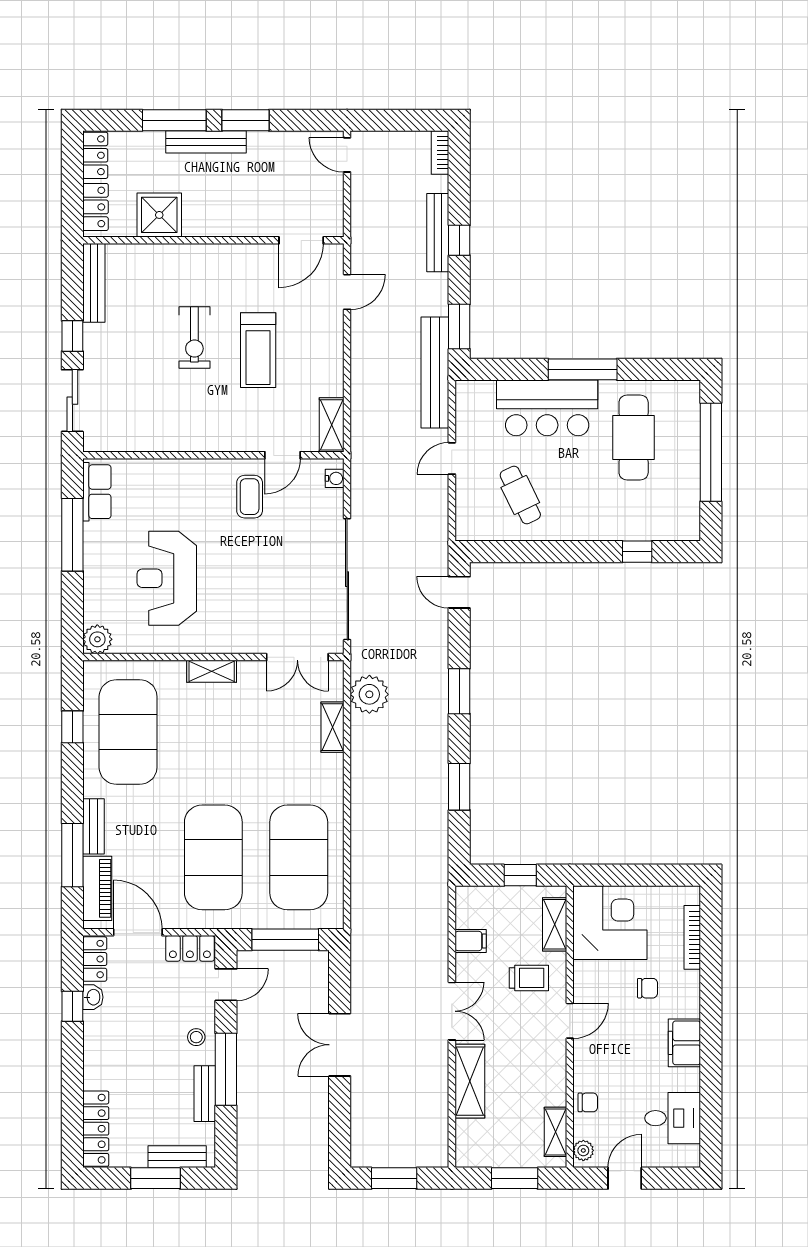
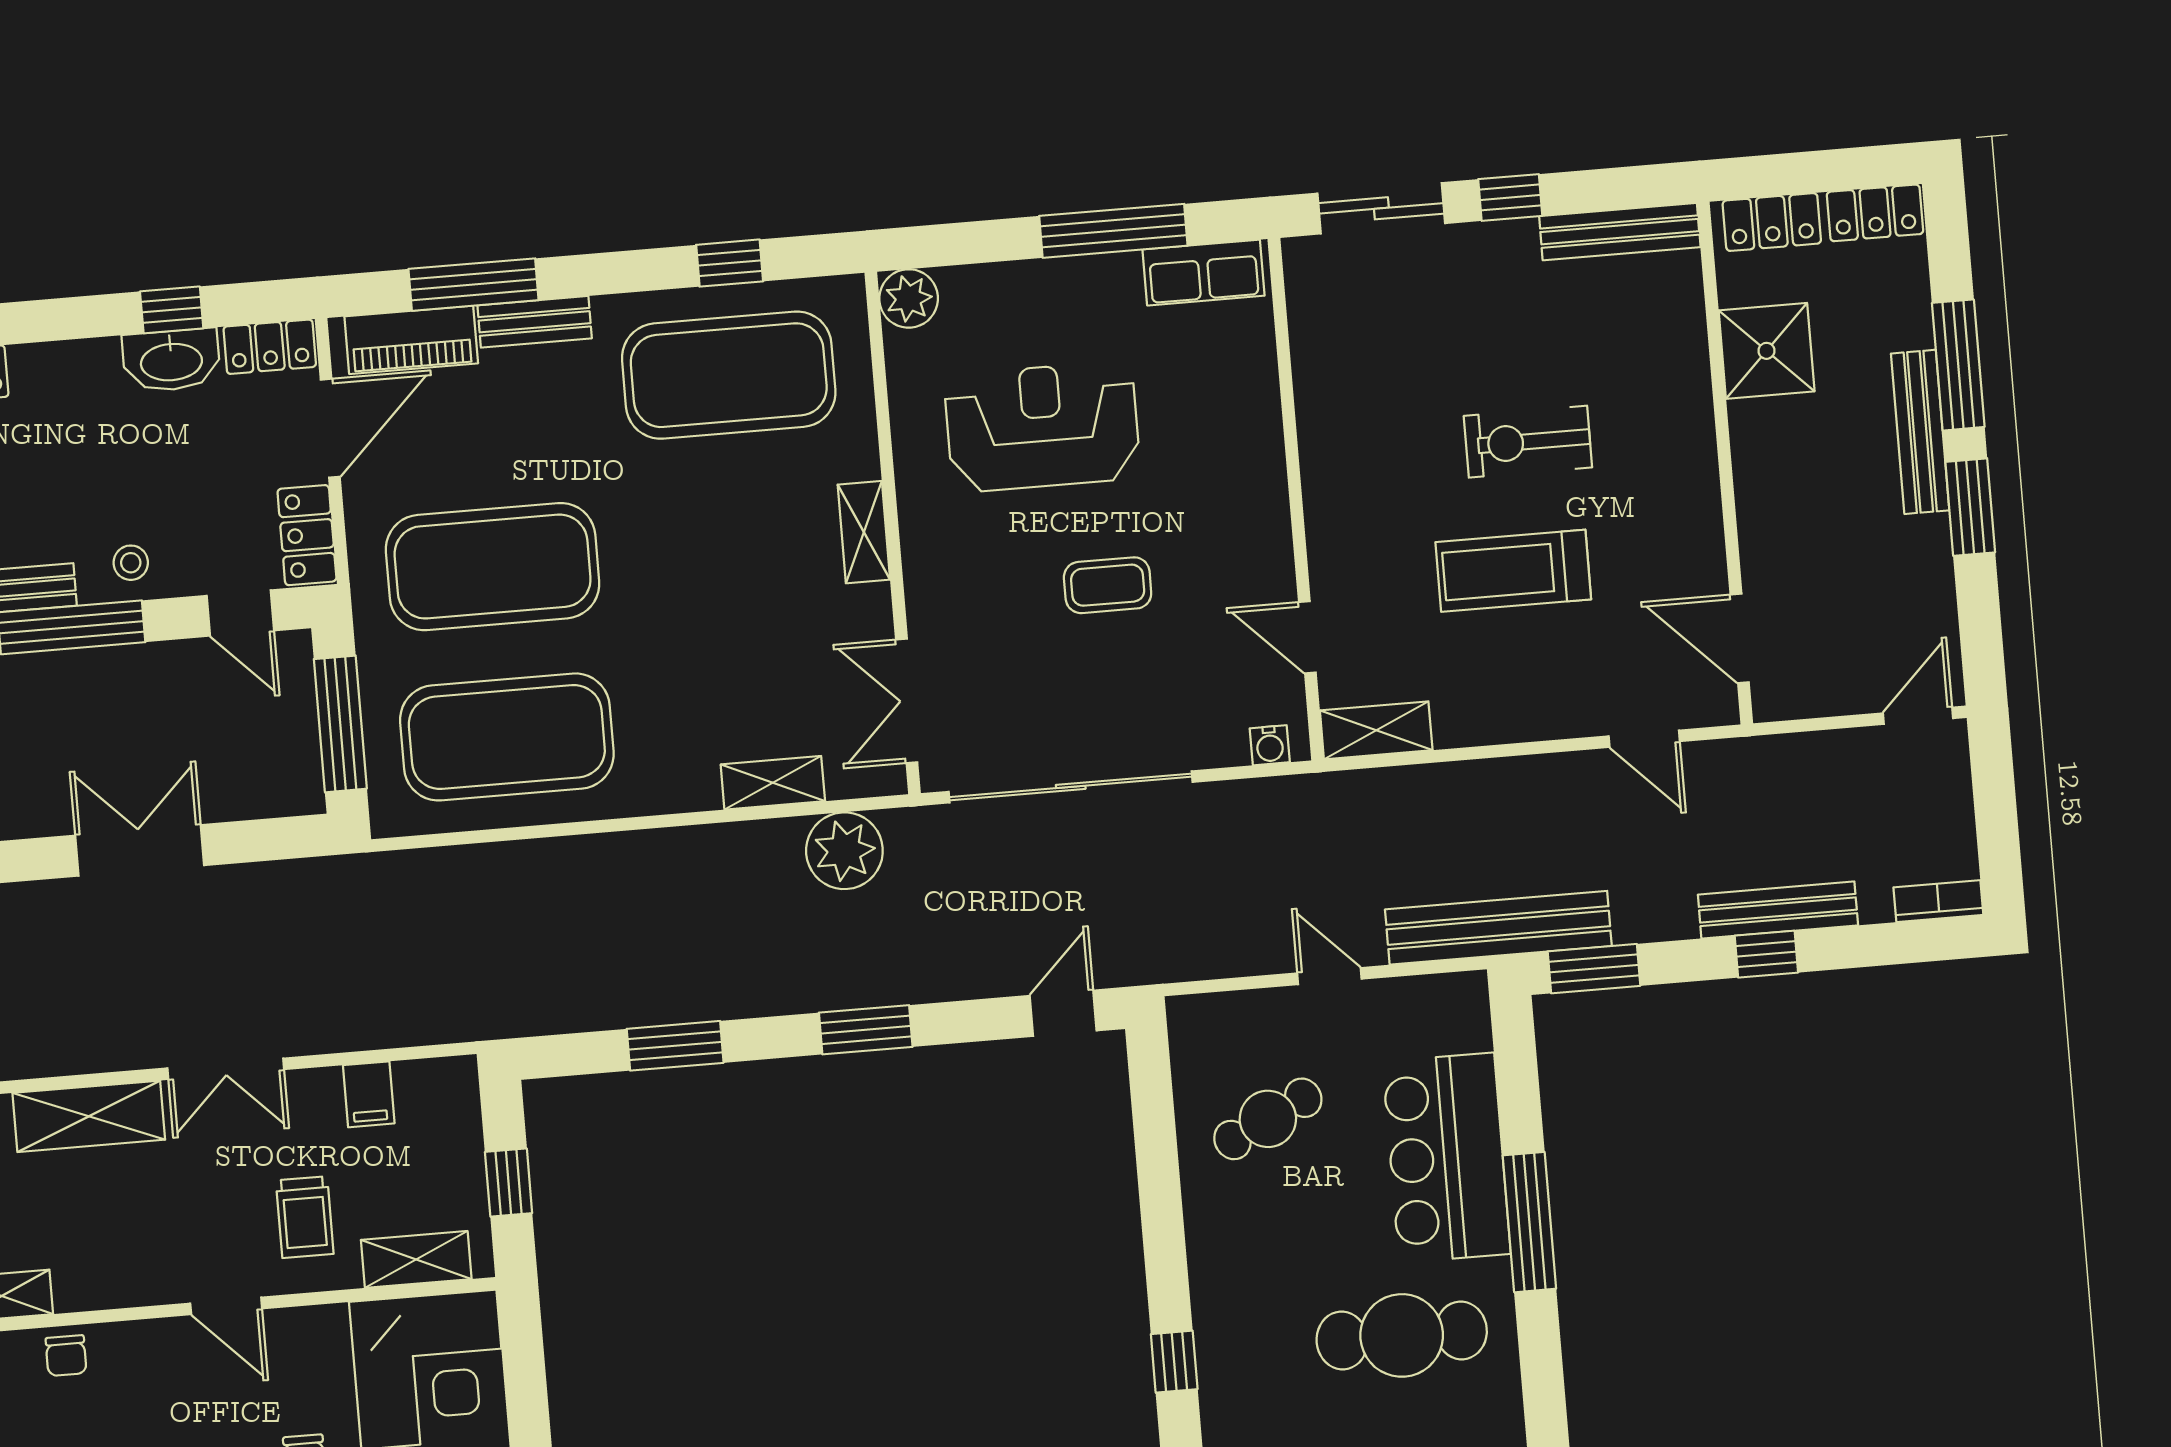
coffee table: (250, 497) -> (1108, 585), moved
washbasin: (93, 997) -> (171, 360), width x1.91, depth x1.45

